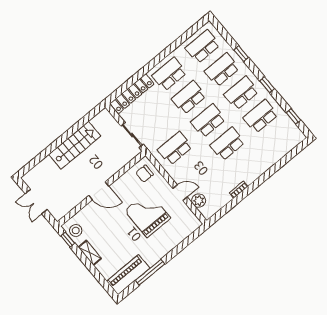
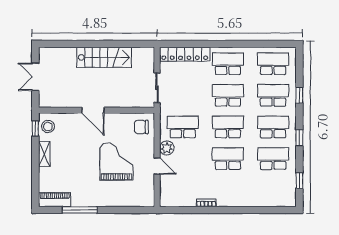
plant: (199, 201) -> (167, 148), moved
piano: (128, 275) -> (55, 200), width x0.73, depth x0.75

